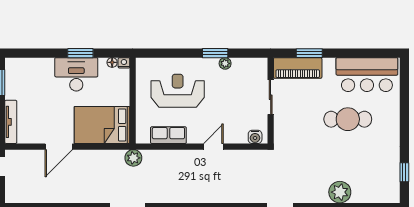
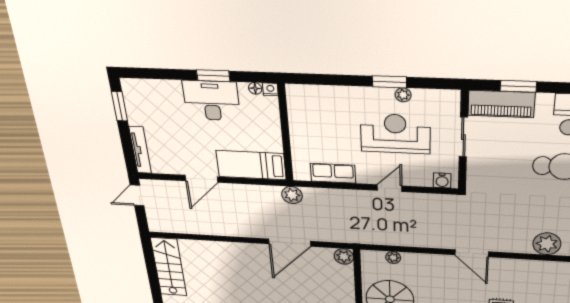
reception desk: (178, 91) -> (395, 134), moved
bed: (102, 125) -> (251, 165), width x0.67

